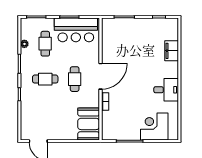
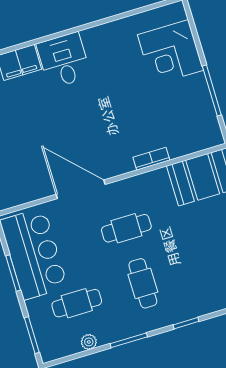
door: (100, 76) -> (81, 189), moved
desk: (166, 90) -> (64, 60), moved

